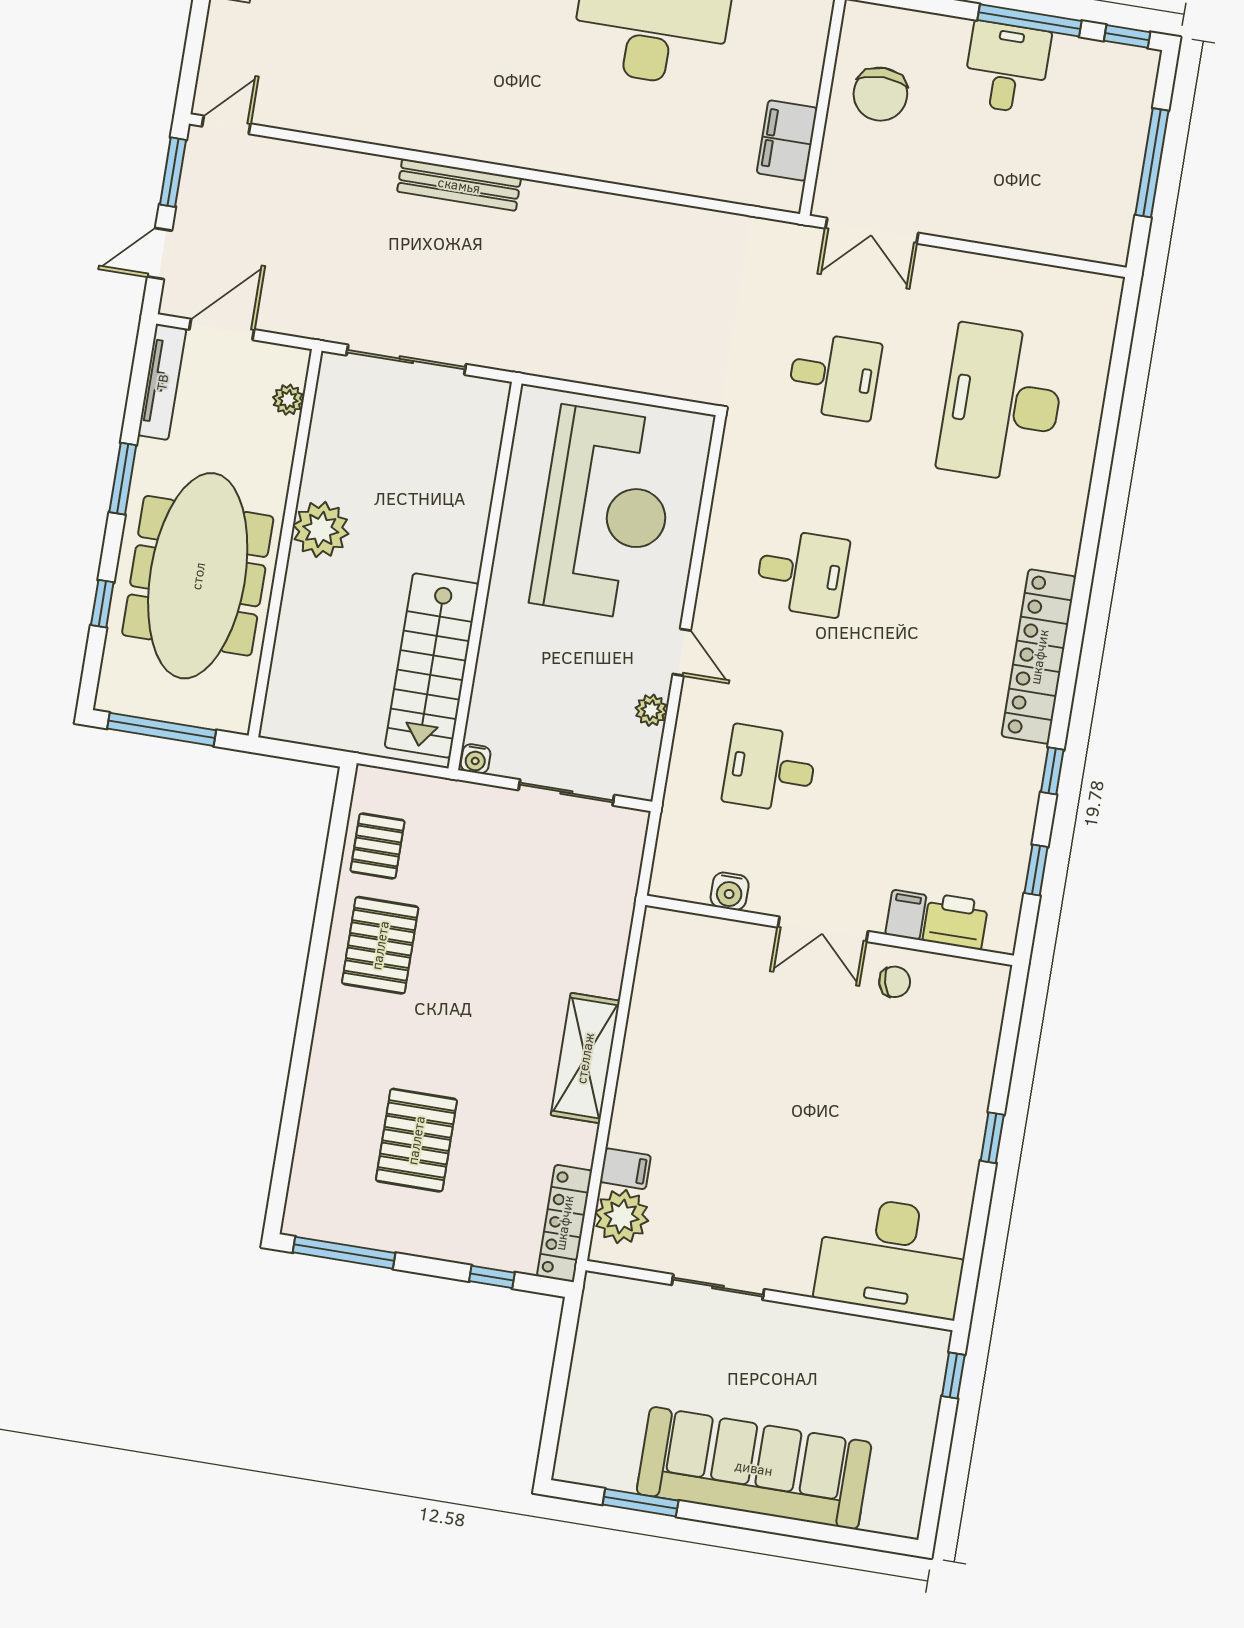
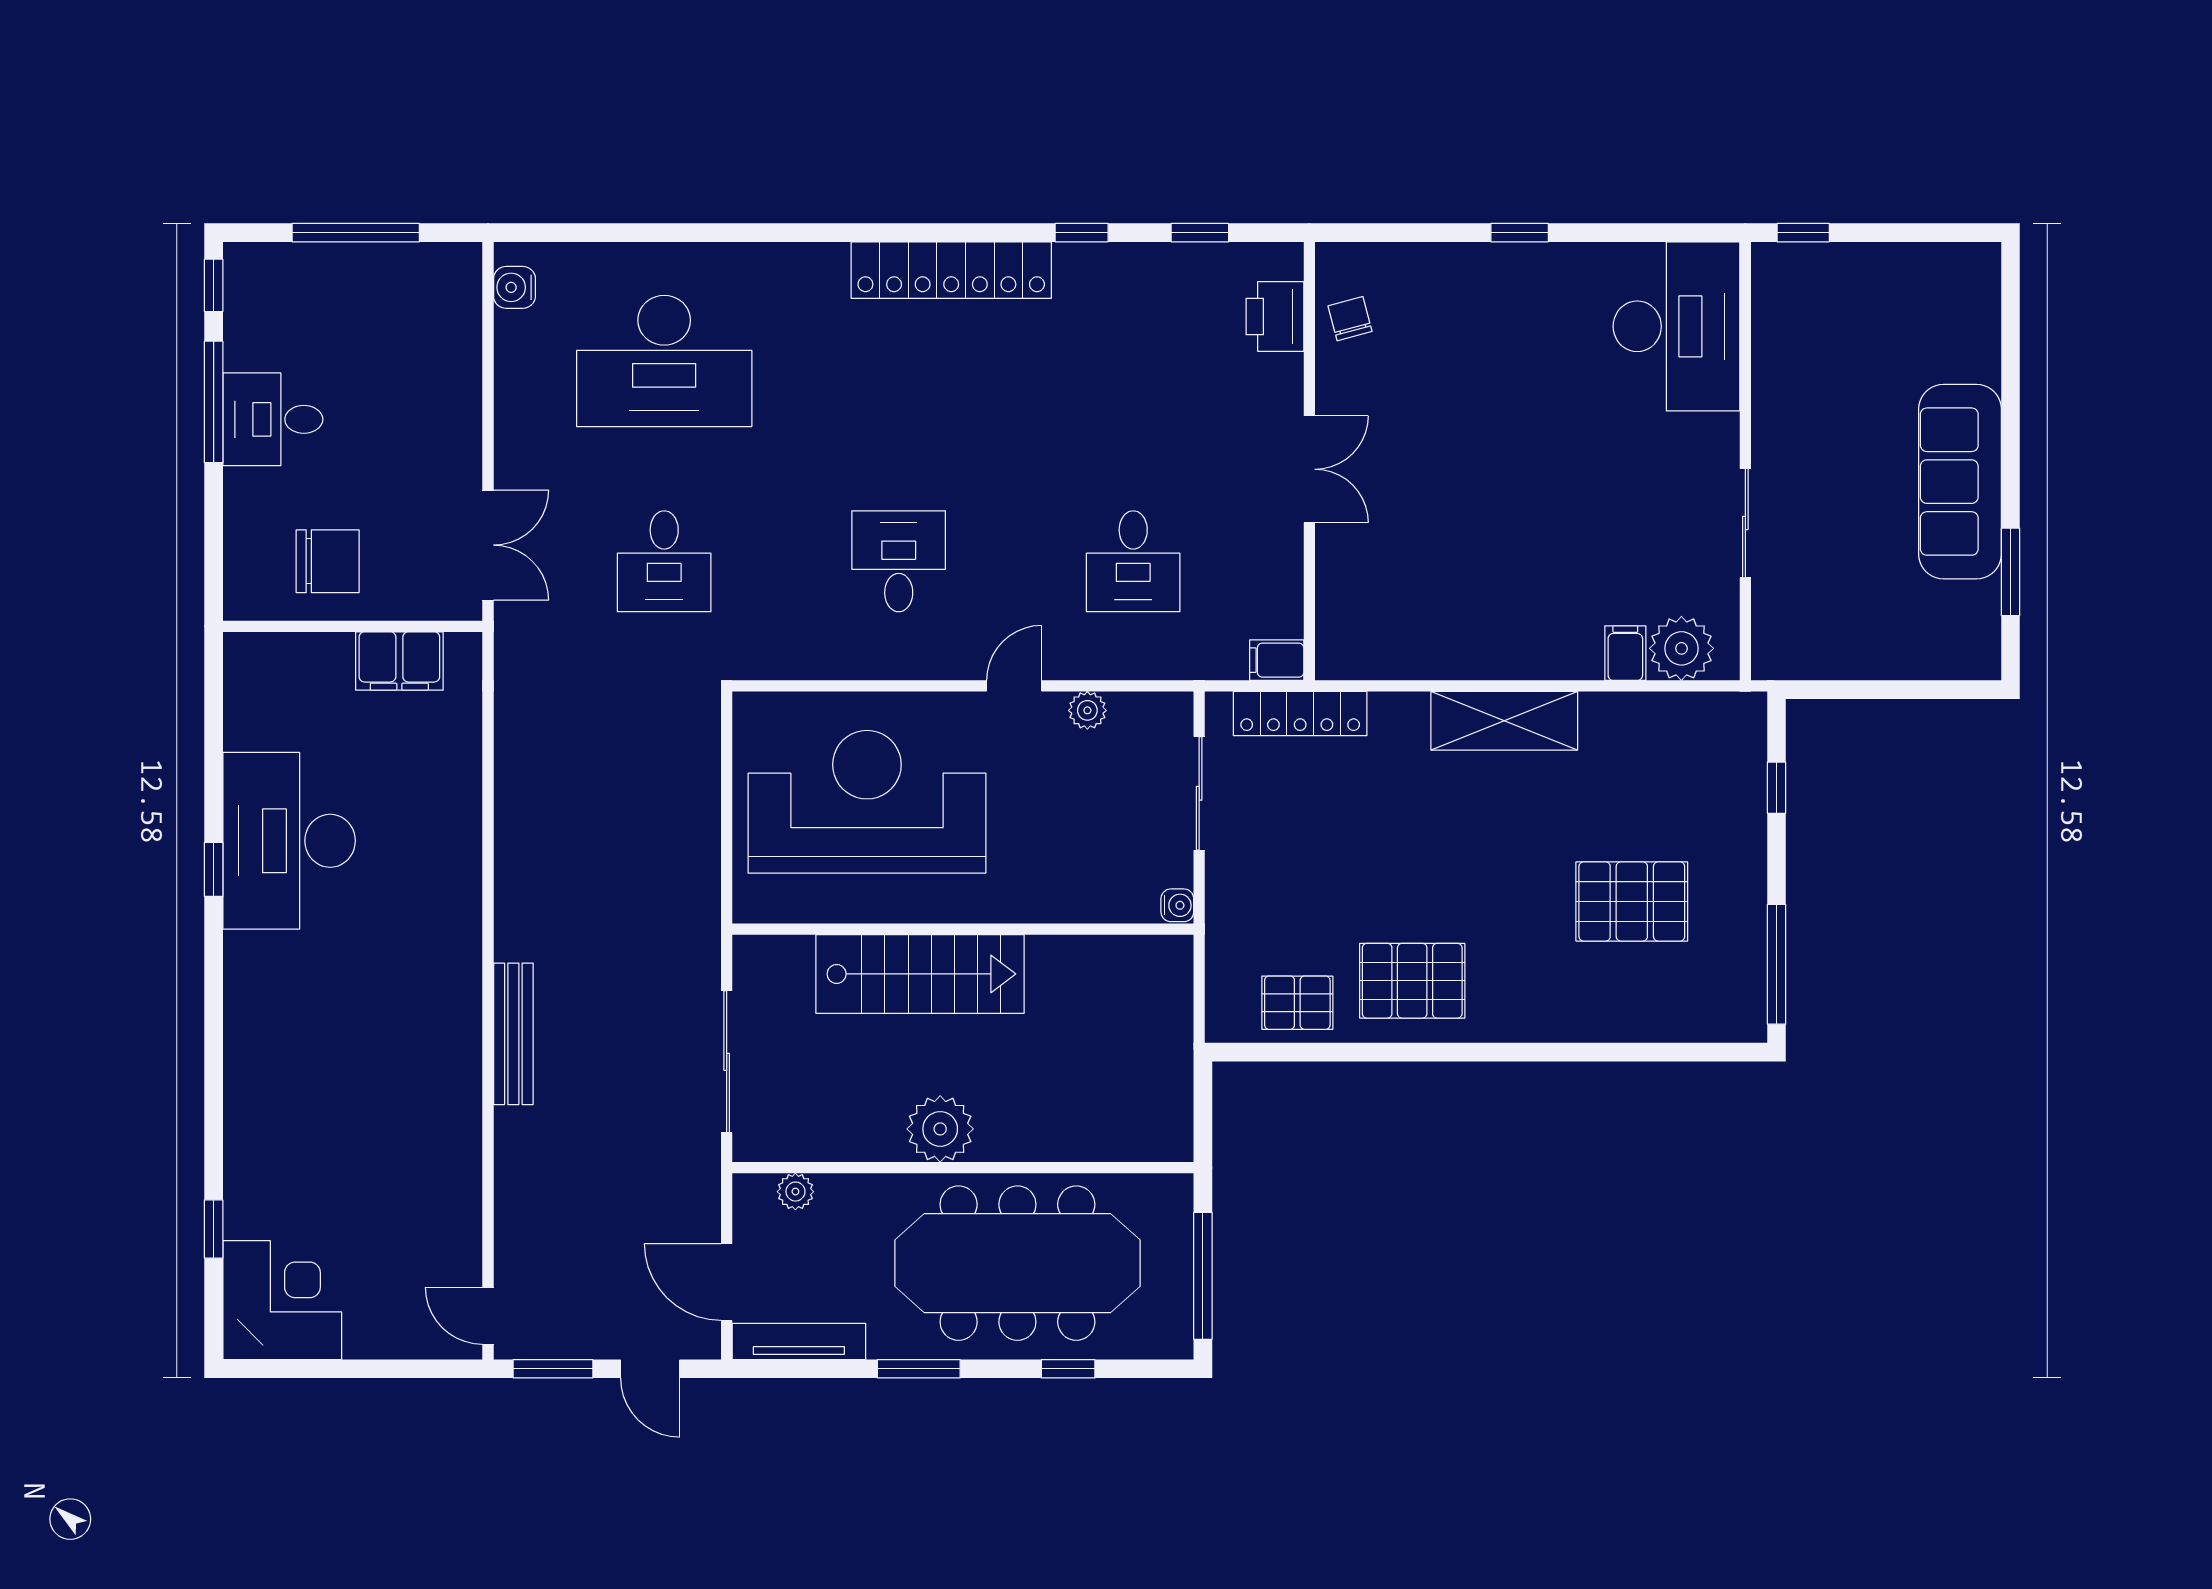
desk: (834, 376) -> (664, 561), turned 180
stairs: (432, 666) -> (920, 974), moved
water cooler: (730, 891) -> (514, 287), moved, turned 180
filing cabinet: (906, 915) -> (1277, 660), moved
chair: (895, 982) -> (1350, 319), moved
locker: (564, 1223) -> (1300, 714), moved
sofa: (754, 1468) -> (1960, 482), width x0.74, depth x0.79

